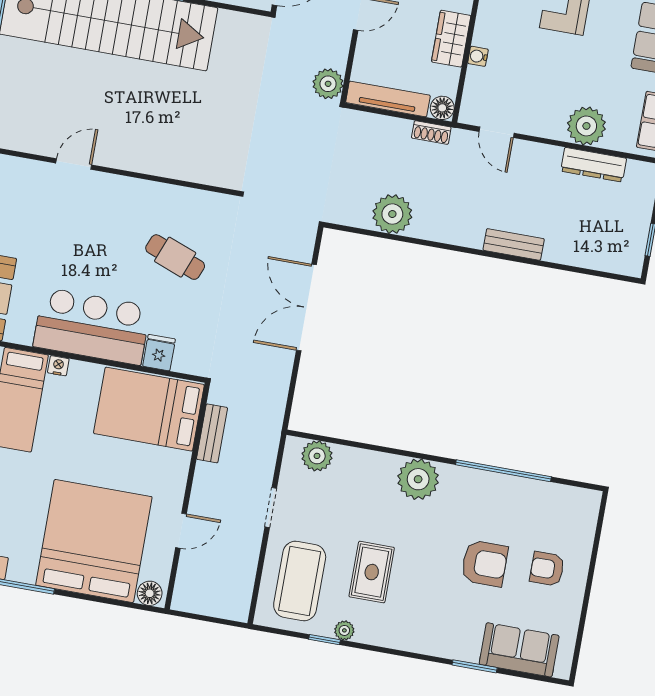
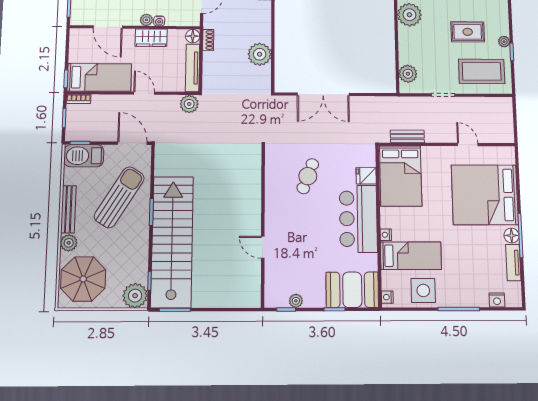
plant: (483, 35) -> (146, 20), added
floor lamp: (150, 593) -> (511, 235), moved

